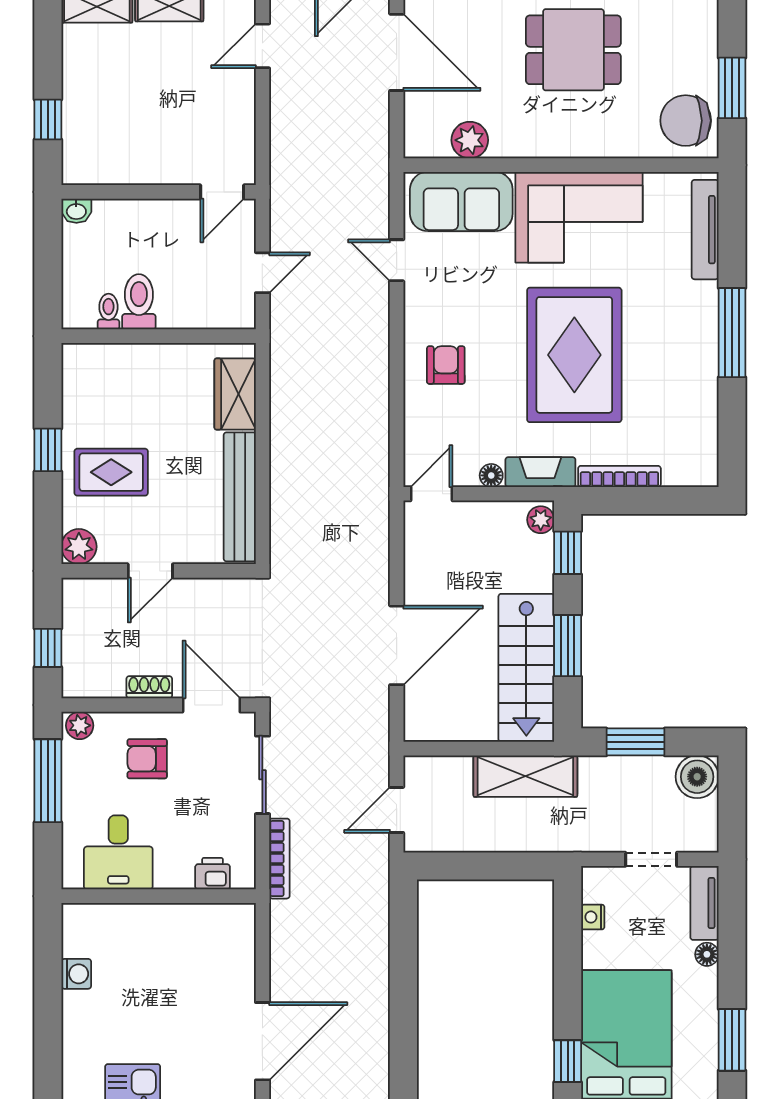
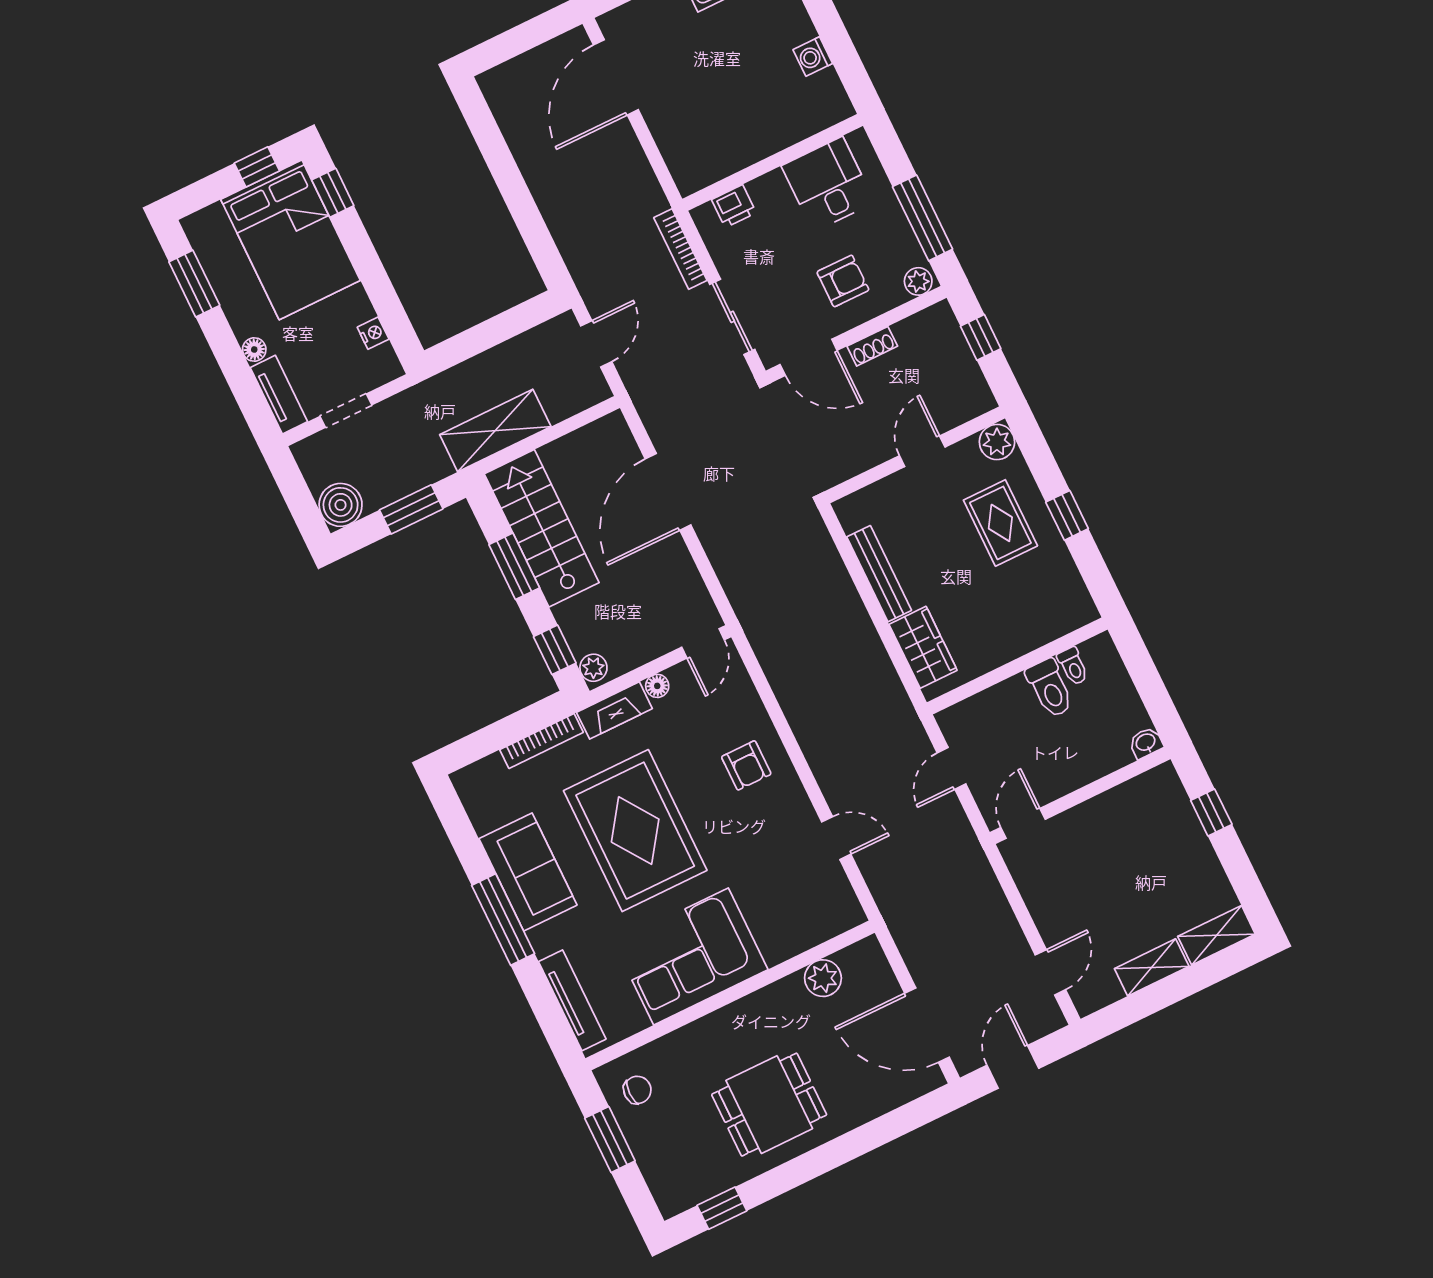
chair: (686, 121) -> (637, 1090), width x0.54, depth x0.54
sofa: (461, 201) -> (528, 872), moved, turned 90
rug: (111, 472) -> (1000, 523), turned 90
bench: (240, 497) -> (879, 574), width x0.73, depth x0.82

